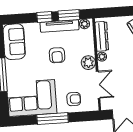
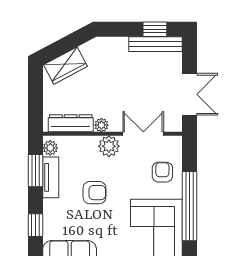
window: (44, 17) -> (35, 225), moved
tv unit: (60, 26) -> (51, 177), width x0.71
window: (53, 119) -> (189, 206), width x1.46

